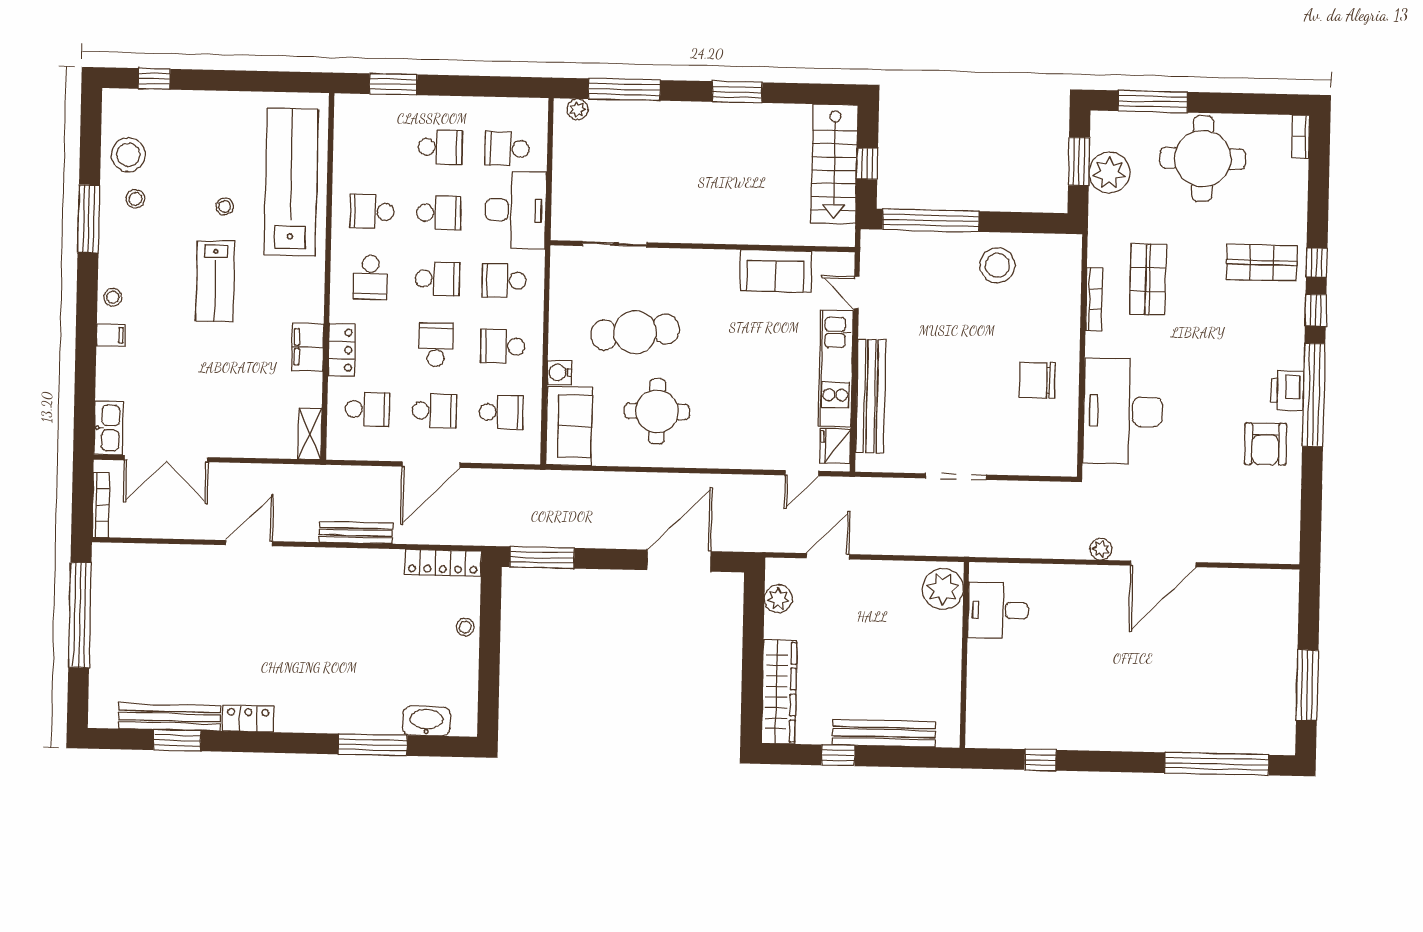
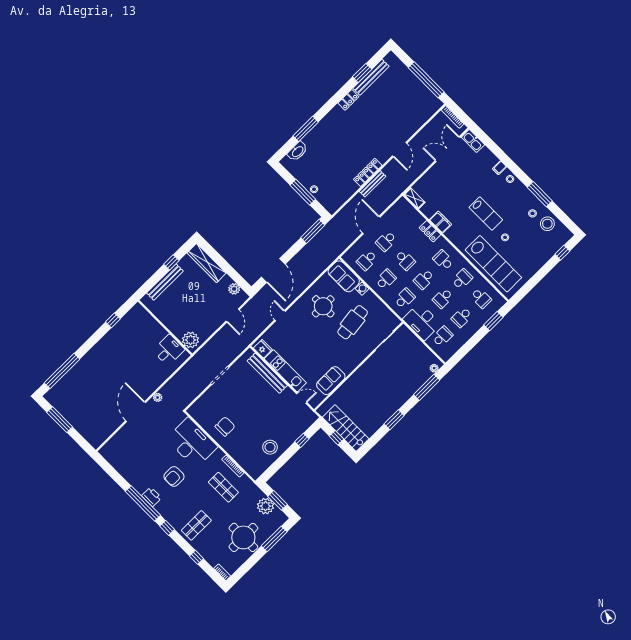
window: (931, 220) -> (302, 440), width x0.32
window: (1317, 262) -> (196, 557), moved
lab bench: (215, 281) -> (486, 214), turned 180
school desk: (367, 409) -> (481, 298), moved, turned -90
armchair: (1265, 444) -> (174, 477), moved, turned -90
door: (802, 473) -> (280, 316), moved
locker: (443, 563) -> (368, 172), moved
window: (490, 642) -> (303, 192), added

